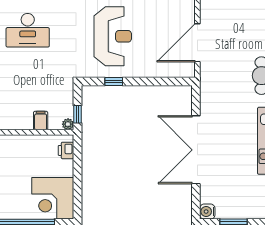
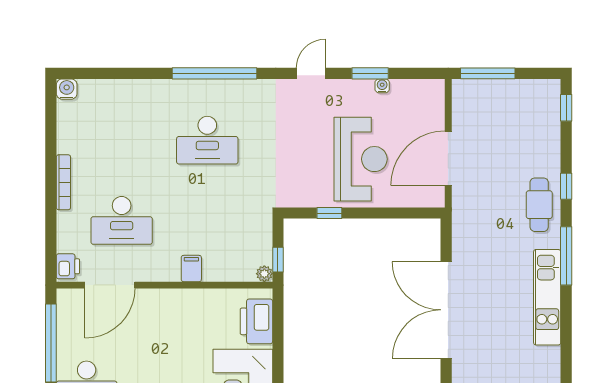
reception desk: (113, 36) -> (361, 159), moved
filing cabinet: (41, 121) -> (191, 269), moved
printer: (66, 150) -> (256, 321), width x1.87, depth x1.48

